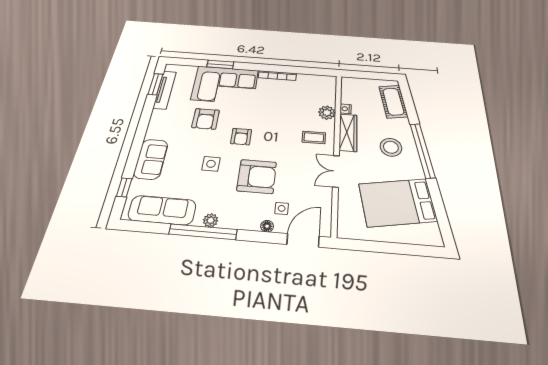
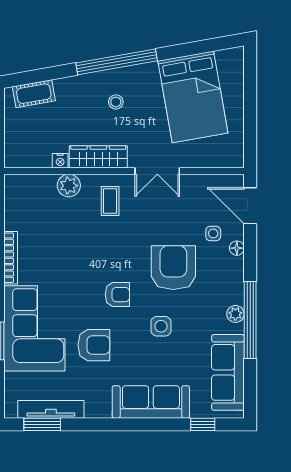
cot: (393, 102) -> (34, 94), width x0.73, depth x0.75
stool: (391, 147) -> (116, 102), width x0.53, depth x0.53
sofa: (151, 159) -> (151, 402), width x1.36

